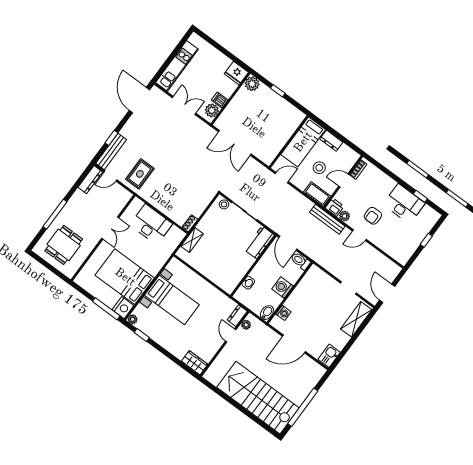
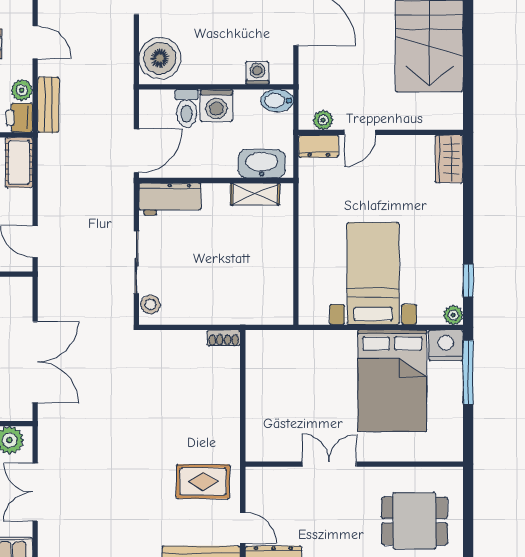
bench: (327, 219) -> (48, 105), width x0.73
desk: (151, 224) -> (273, 401), removed
shelving: (192, 240) -> (255, 194), moved
toilet: (300, 261) -> (187, 108), moved
boiler: (317, 279) -> (160, 58), added
washbasin: (248, 283) -> (262, 164), width x1.91, depth x1.45

